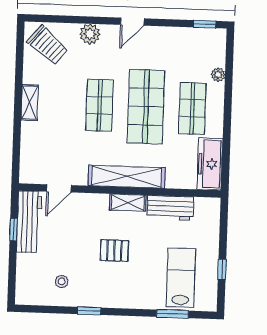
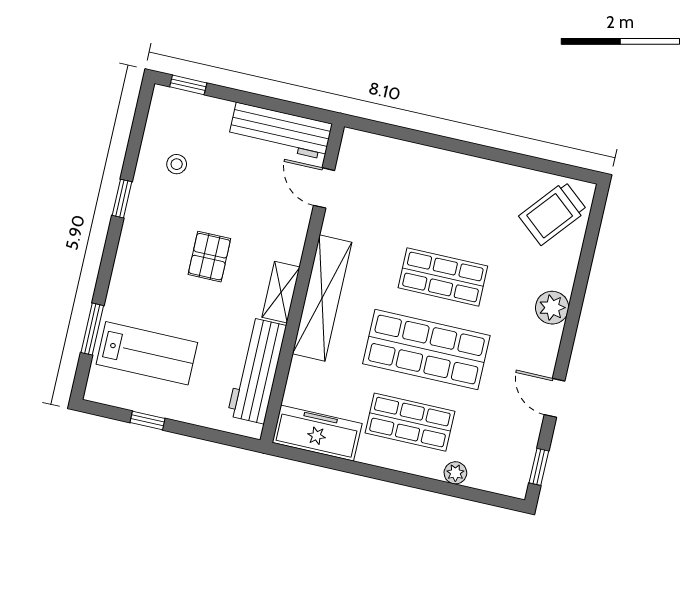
door: (132, 22) -> (555, 398), moved
plant: (90, 34) -> (552, 308), moved
shelving: (30, 103) -> (468, 168), removed
workbench: (170, 208) -> (257, 371), width x1.38
window: (14, 230) -> (188, 85), moved

